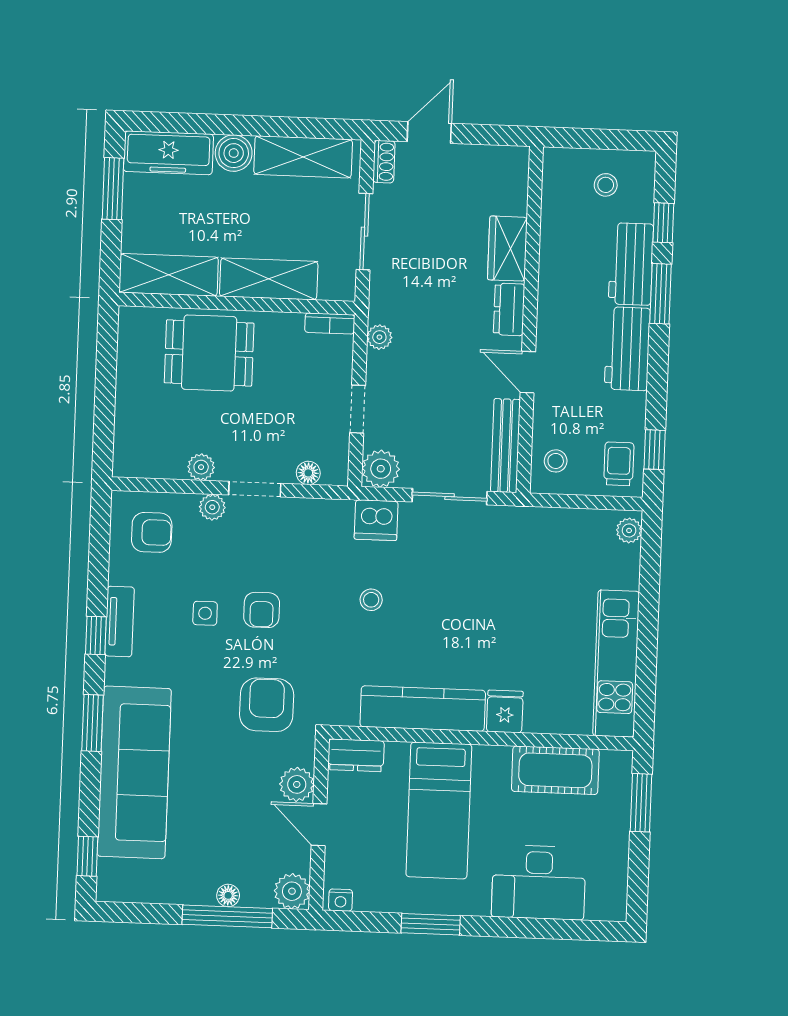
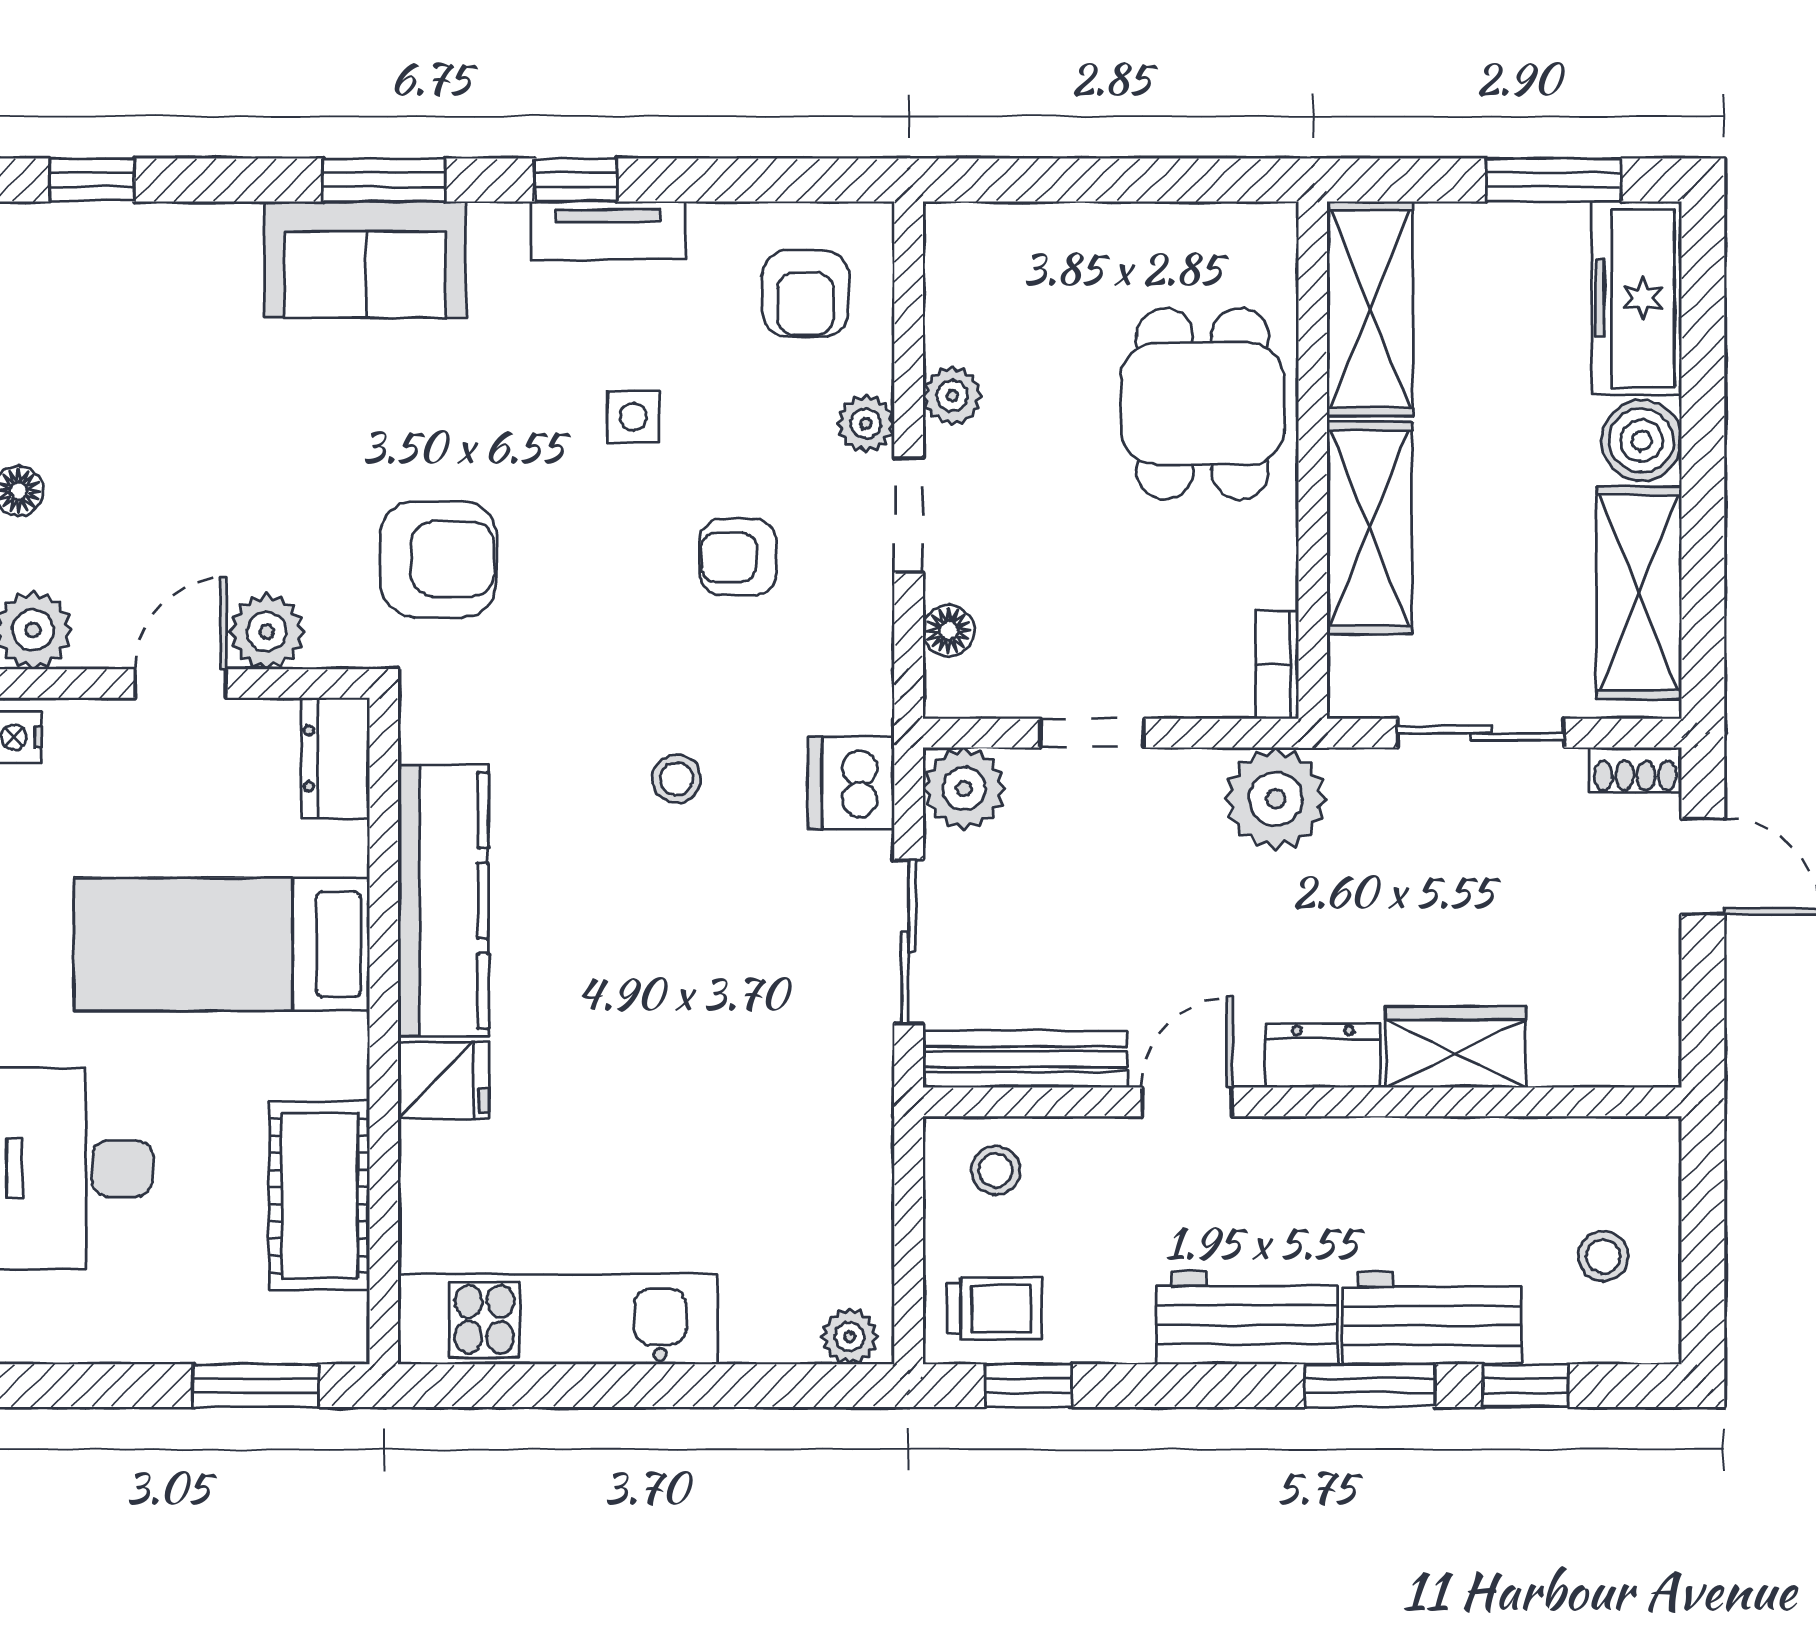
plant: (379, 337) -> (1276, 799), width x1.87, depth x1.87
armchair: (262, 610) -> (738, 557), moved
sofa: (134, 772) -> (365, 260), width x0.54, depth x0.79

